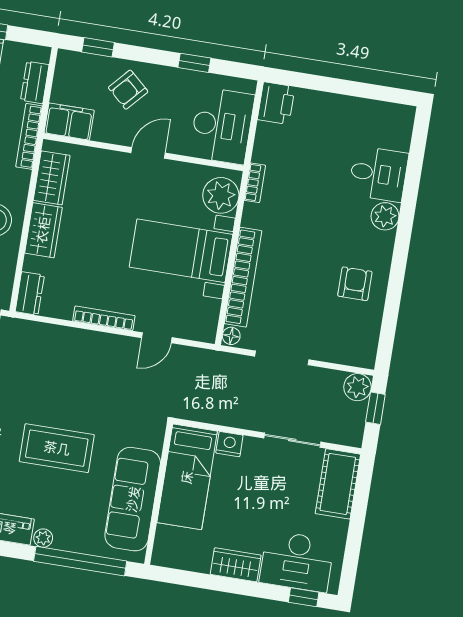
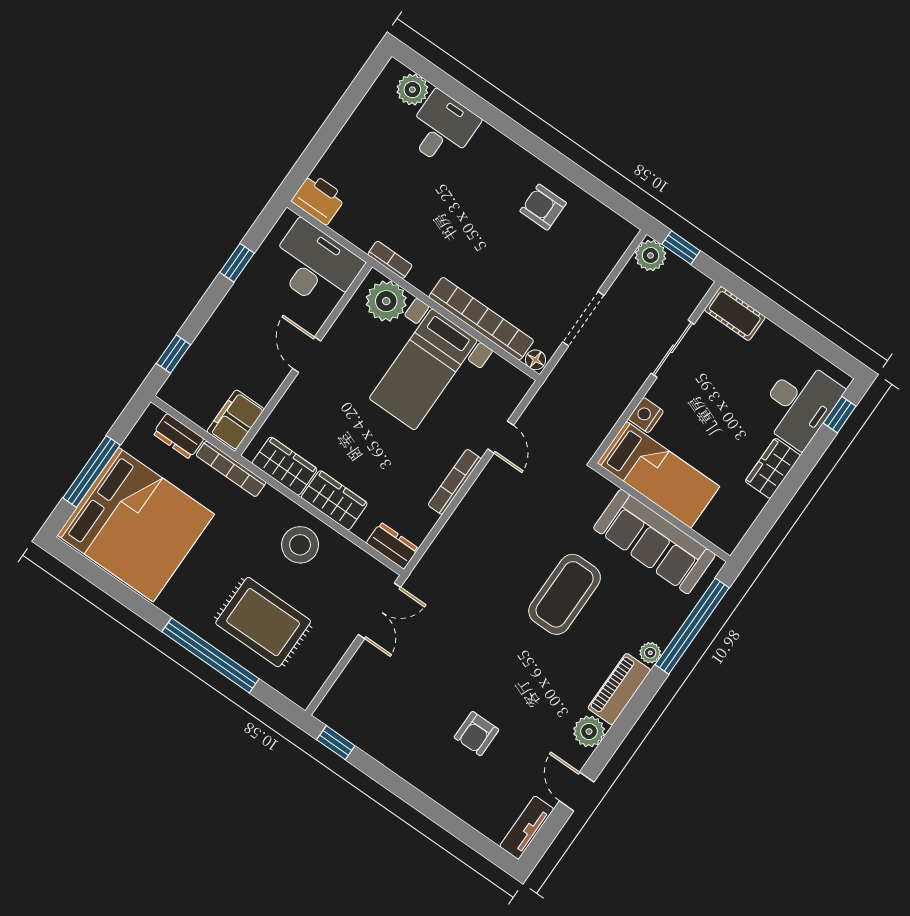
armchair: (128, 90) -> (232, 344), removed
plant: (385, 216) -> (412, 90), moved
cot: (338, 484) -> (735, 314), width x0.73, depth x0.75

